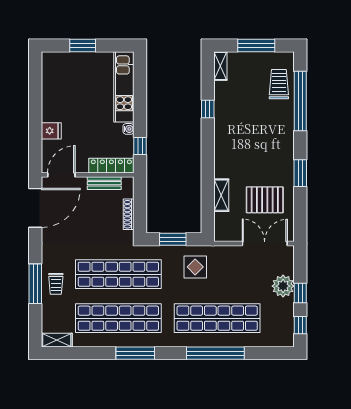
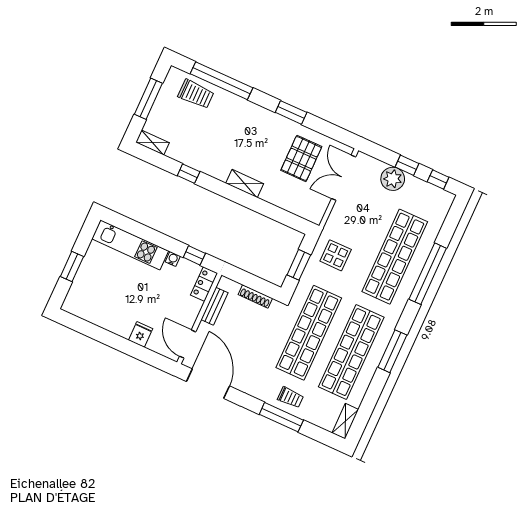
trolley: (279, 84) -> (196, 94), turned 180
locker: (111, 166) -> (204, 284), width x0.66
shelving: (221, 195) -> (245, 184), moved

